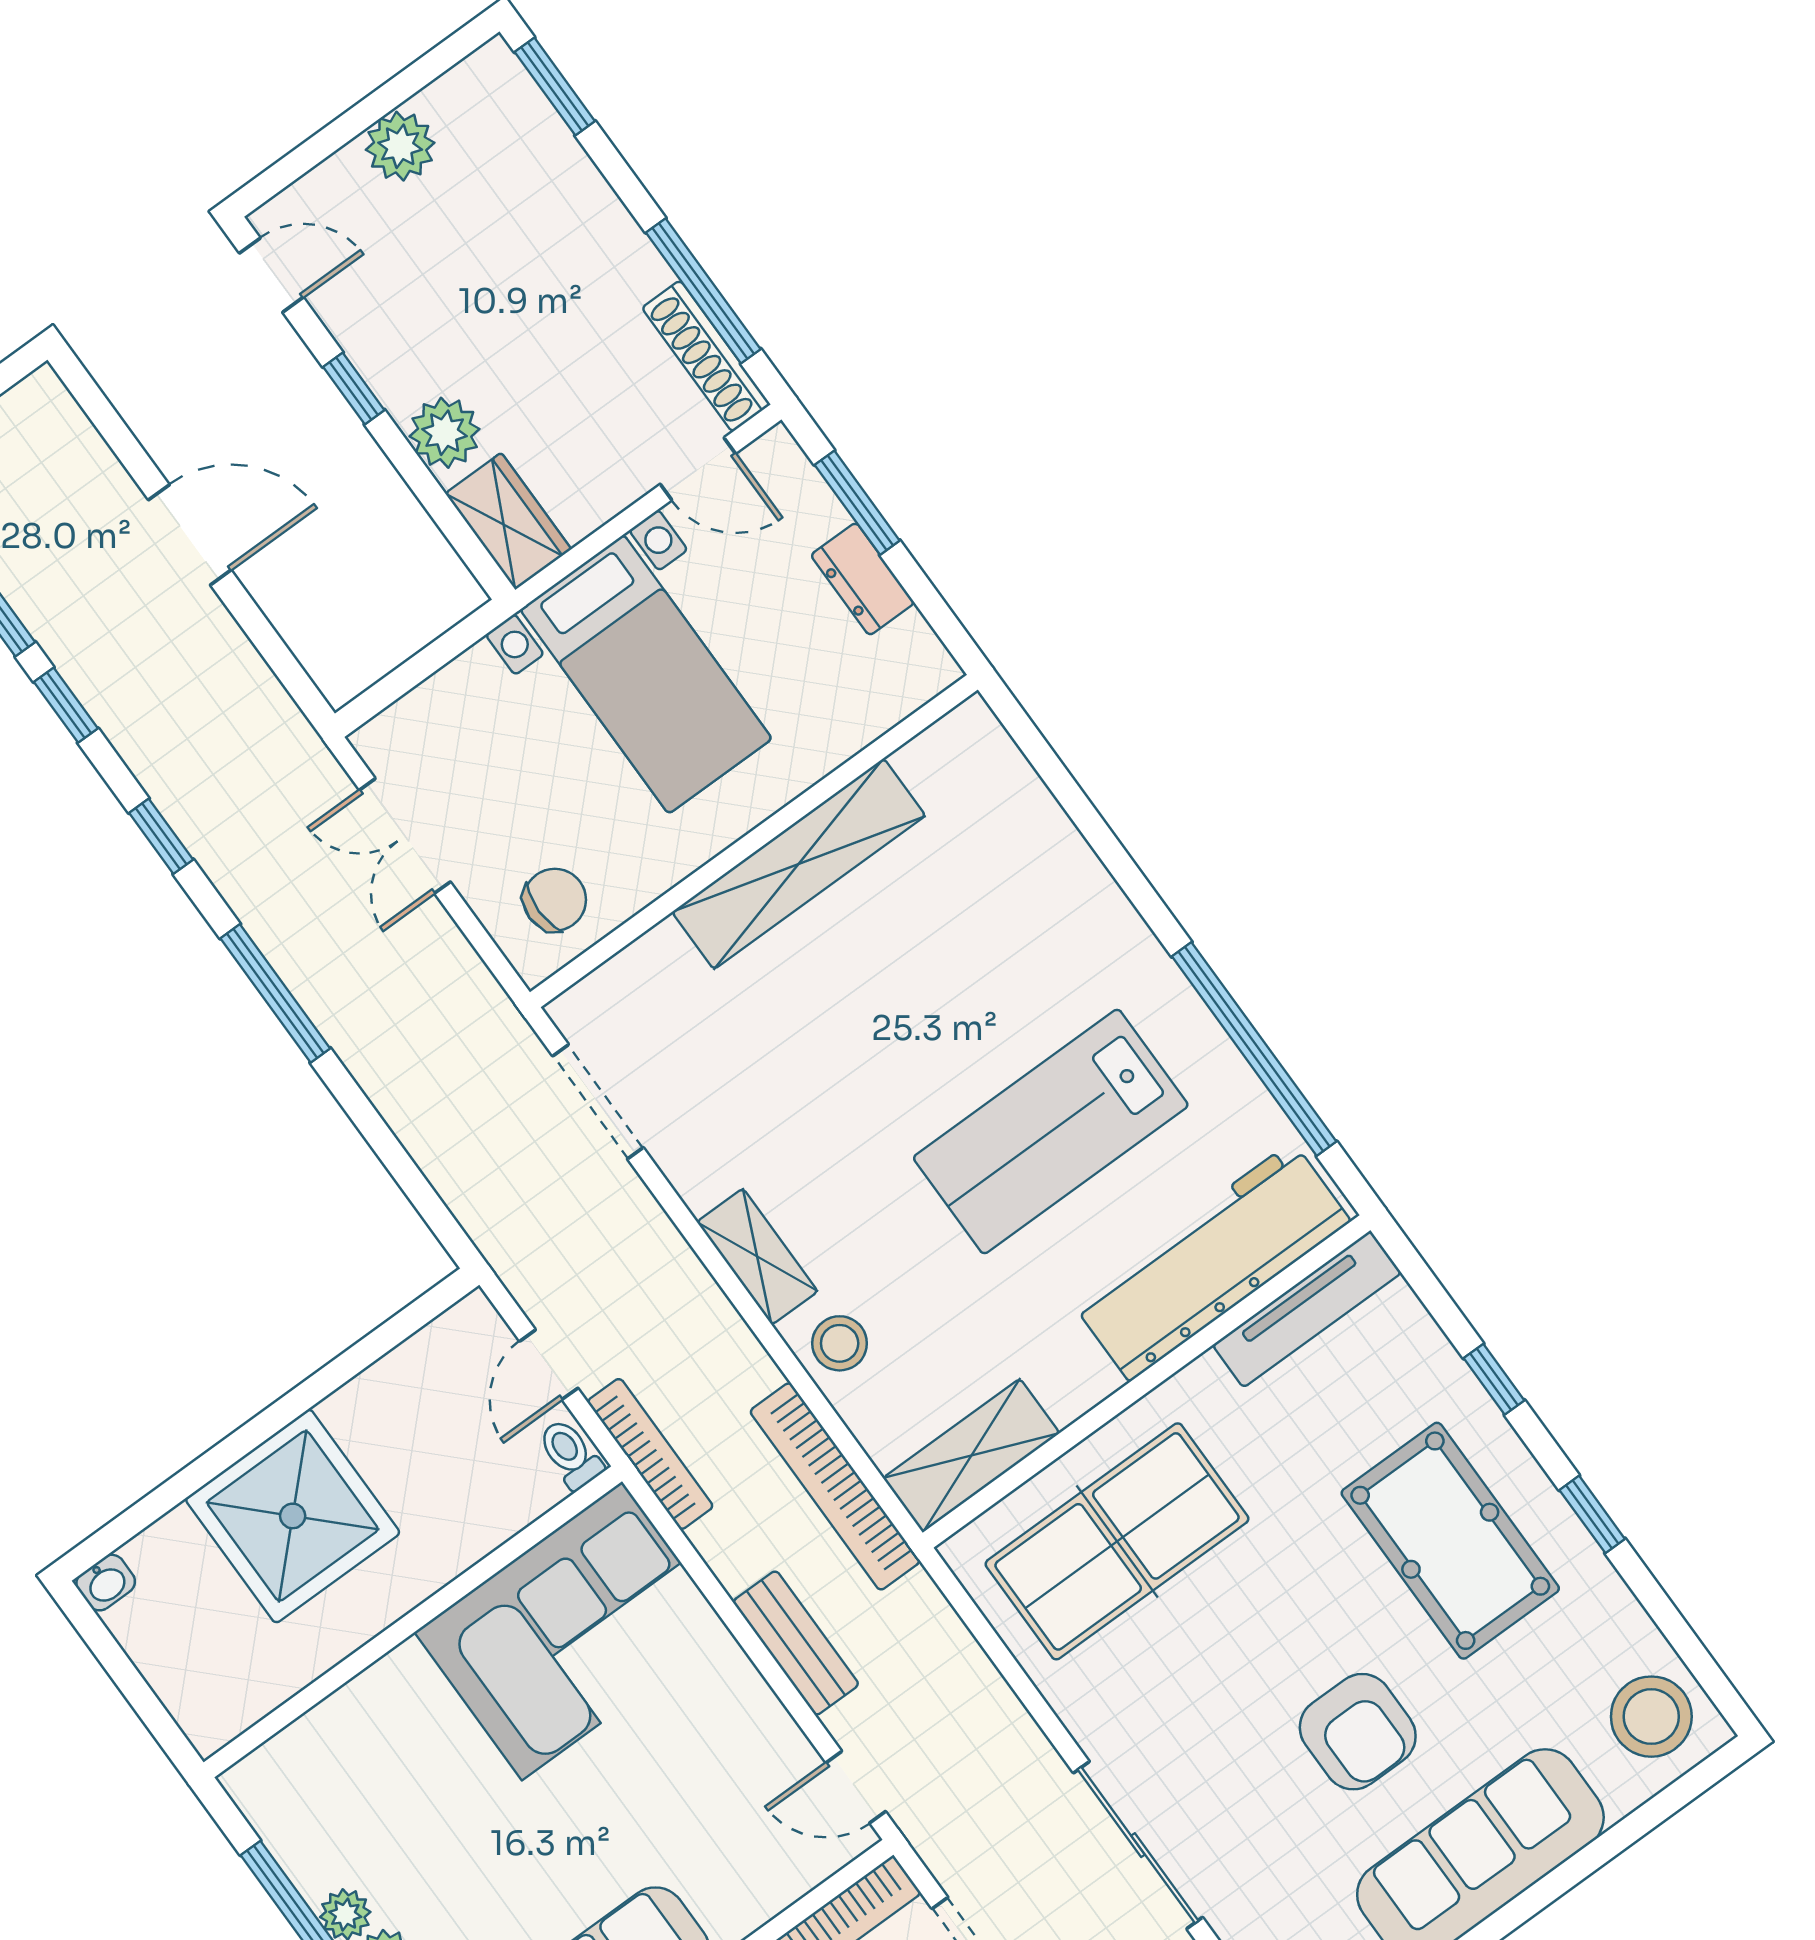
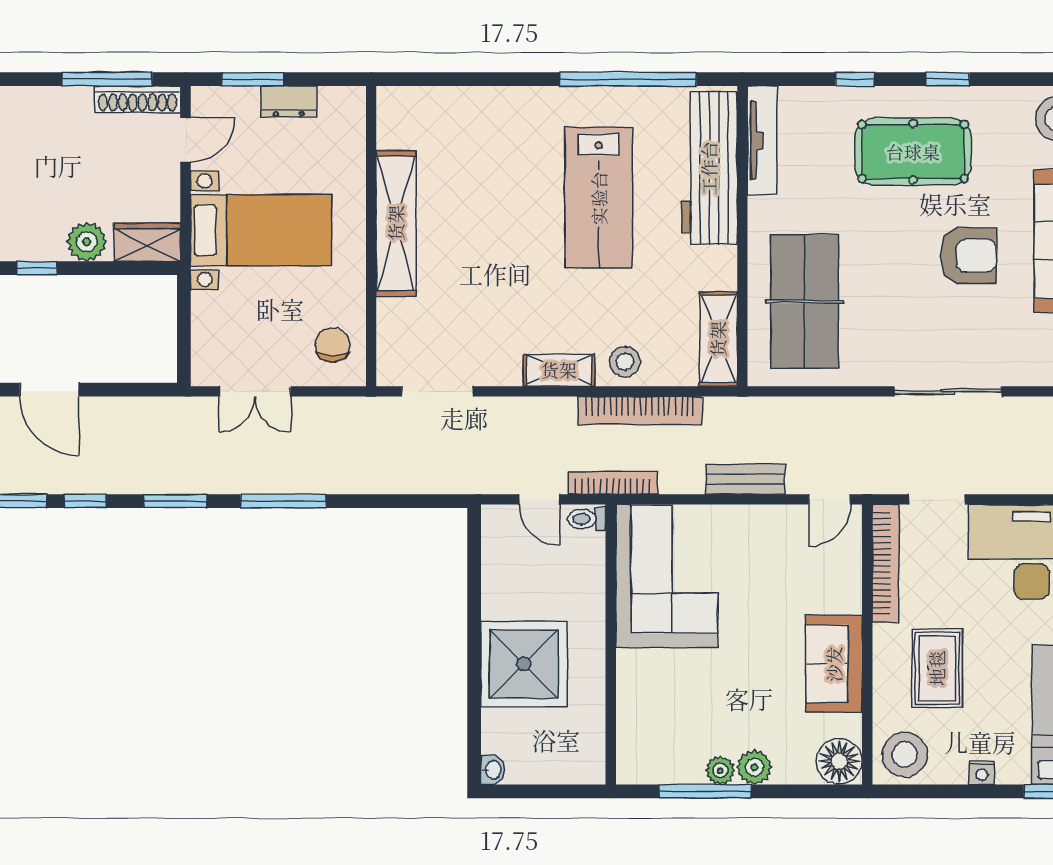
door: (190, 535) -> (49, 390), swing flipped
window: (161, 836) -> (175, 501), width x1.50
bookcase: (835, 1486) -> (640, 411), moved

